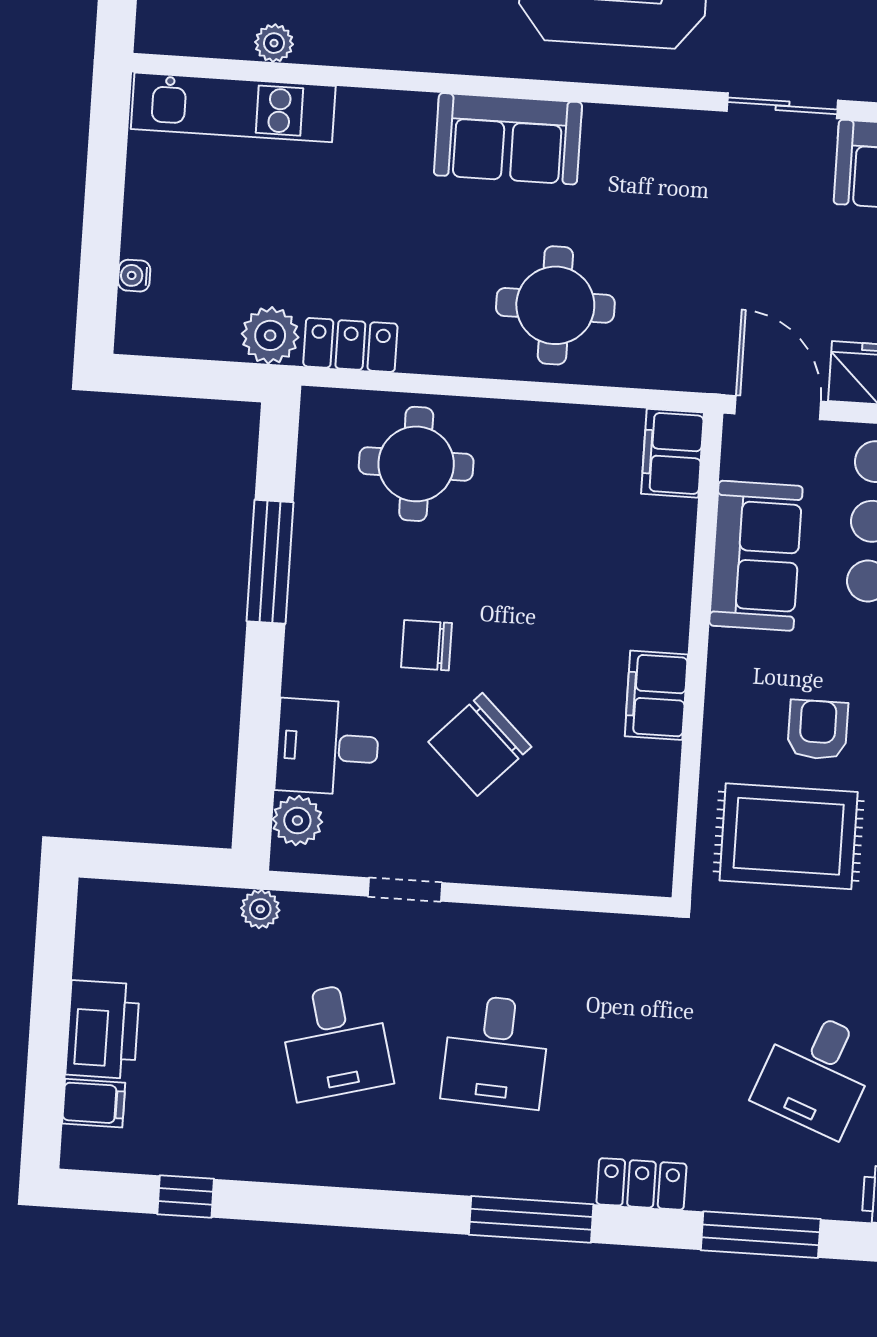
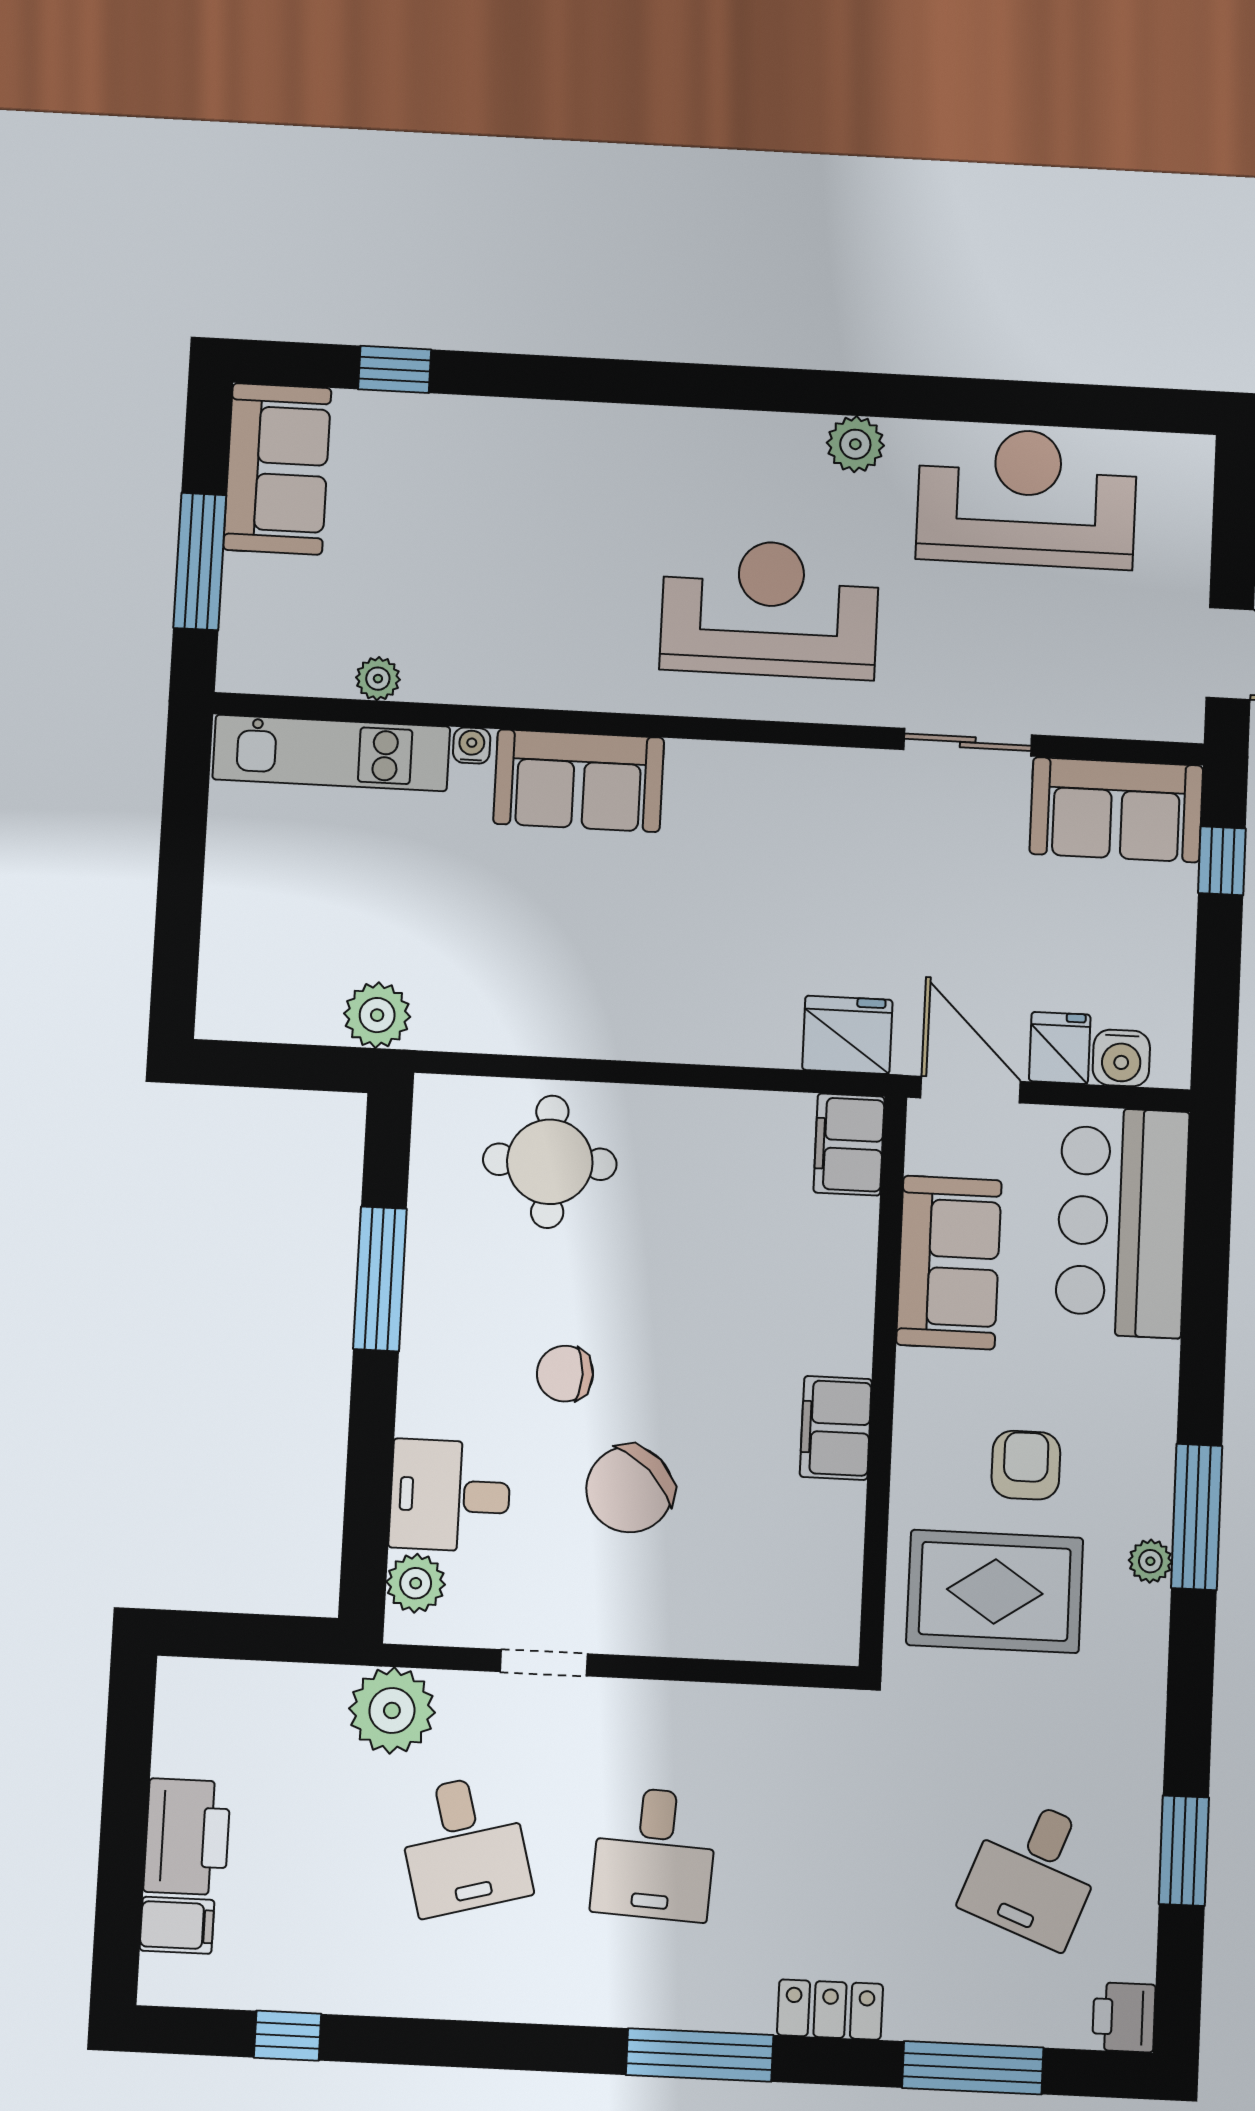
sofa: (508, 139) -> (579, 781), moved
water cooler: (134, 276) -> (472, 746), moved, turned 90
round table: (555, 305) -> (709, 975), removed
locker: (350, 345) -> (471, 1025), removed
fridge: (673, 359) -> (847, 1035), added
plant: (260, 909) -> (392, 1710), width x1.88, depth x1.88

